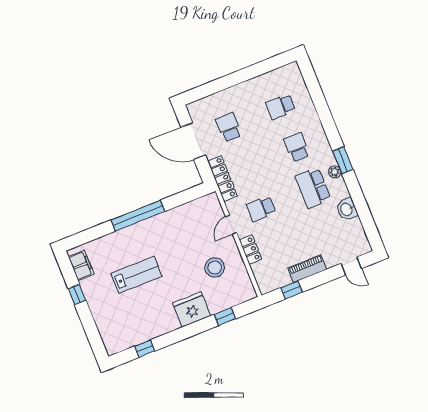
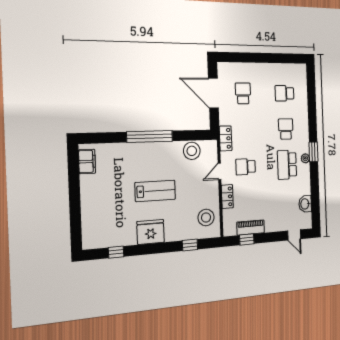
locker: (223, 178) -> (226, 138), width x0.66
washbasin: (347, 209) -> (305, 204), moved
stool: (191, 214) -> (192, 151), added
stool: (215, 267) -> (206, 217), moved
piano: (307, 269) -> (251, 227), moved
lab bench: (137, 275) -> (155, 191), moved
window: (77, 294) -> (74, 186), removed
fridge: (192, 309) -> (151, 232), moved

